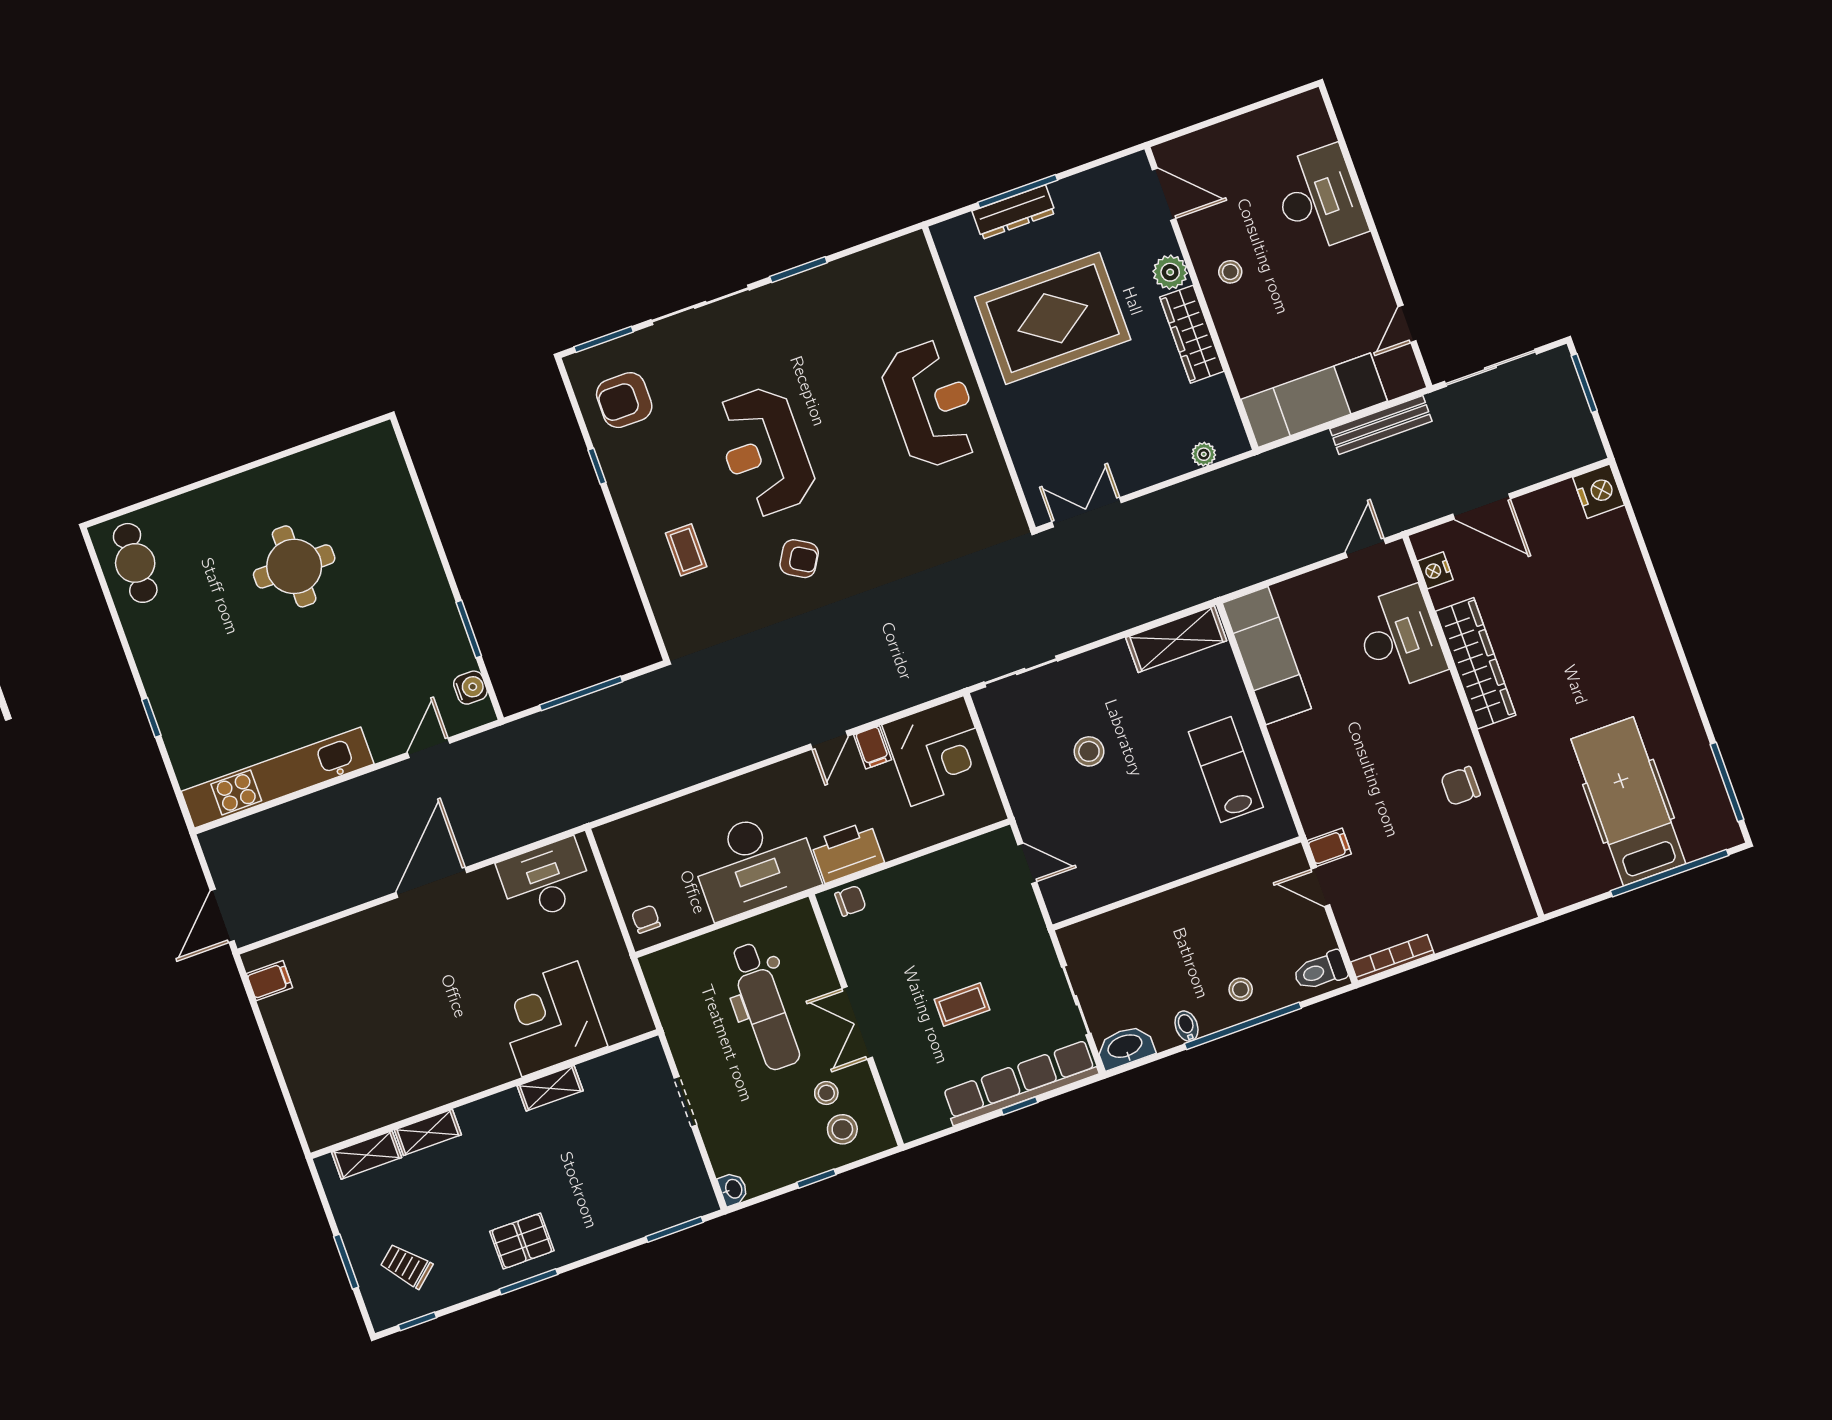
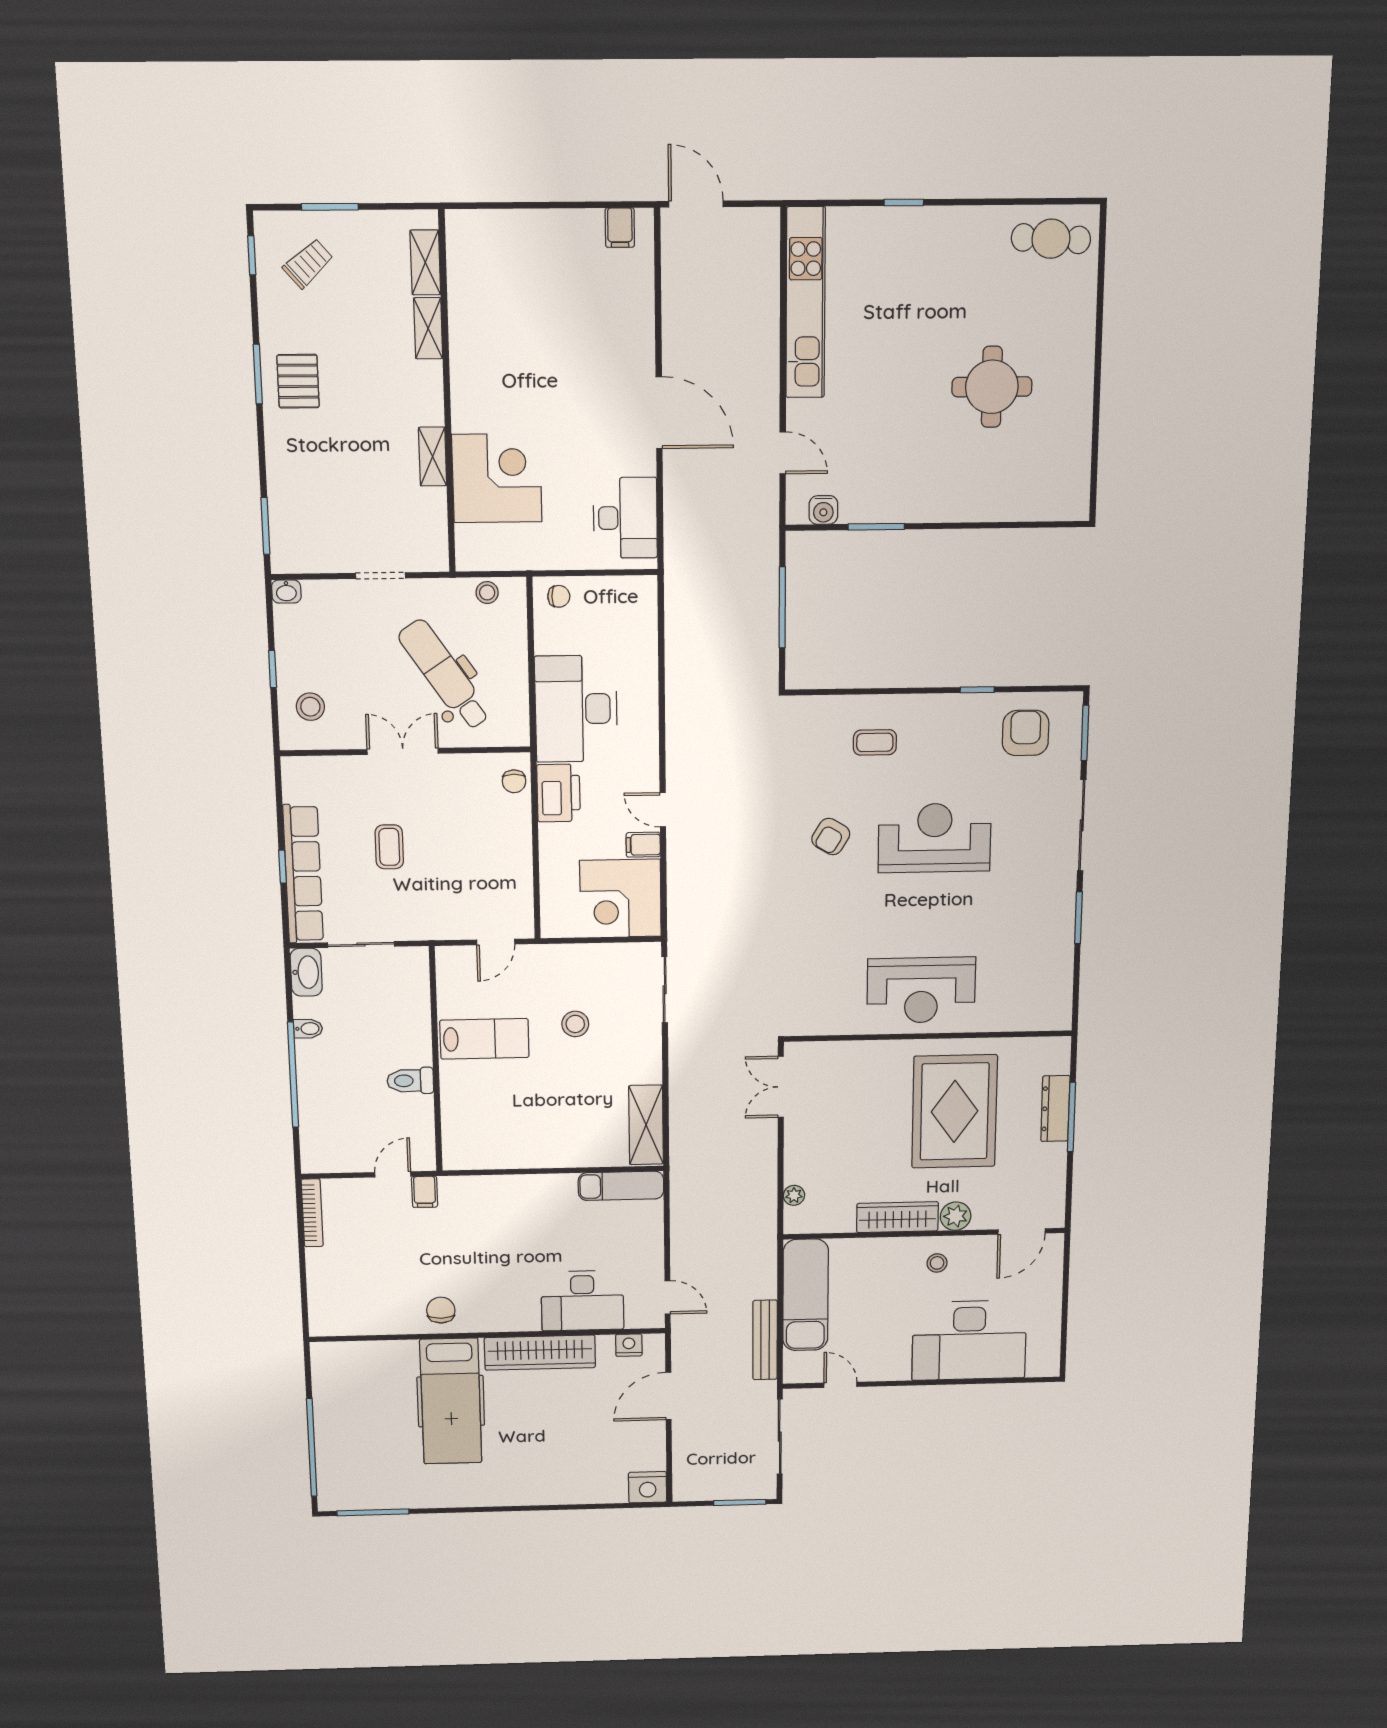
desk: (1319, 199) -> (969, 1340), width x1.36, depth x1.30
double door: (1087, 512) -> (781, 1087), swing flipped
exam couch: (1267, 656) -> (621, 1186), width x0.73, depth x0.69
lab bench: (1226, 770) -> (484, 1039), moved
hospital bed: (1628, 801) -> (451, 1401), moved, turned 90
toilet: (1320, 971) -> (410, 1081), moved, turned -90
stool: (1241, 989) -> (326, 1083), removed
dental chair: (764, 1006) -> (444, 675), turned 56
stool: (826, 1093) -> (487, 593), moved

